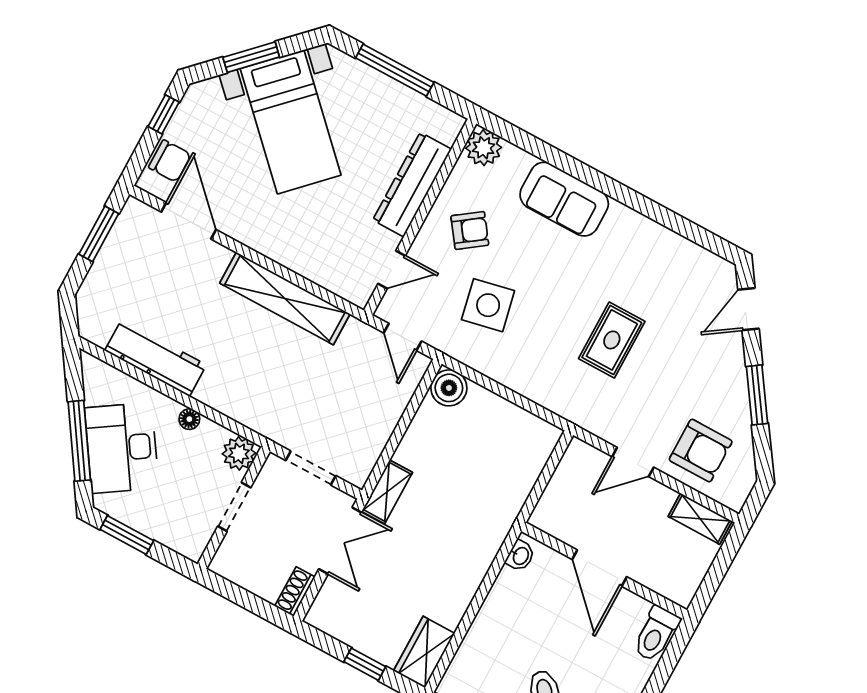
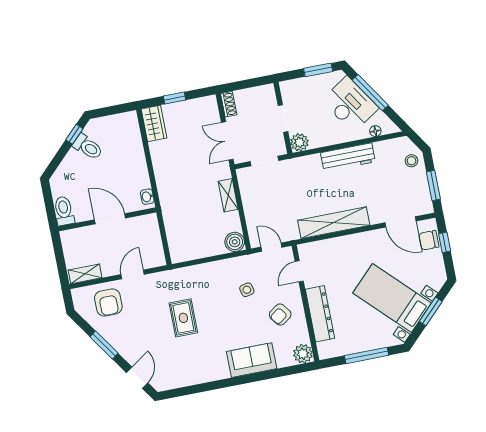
window: (164, 114) -> (445, 242), moved
stool: (101, 295) -> (412, 161), added
side table: (488, 305) -> (247, 290), width x0.54, depth x0.54
workbench: (156, 358) -> (348, 157), moved
floor lamp: (189, 419) -> (375, 131), moved
armchair: (701, 451) -> (108, 302), turned -90
shelving: (387, 492) -> (228, 195), moved

